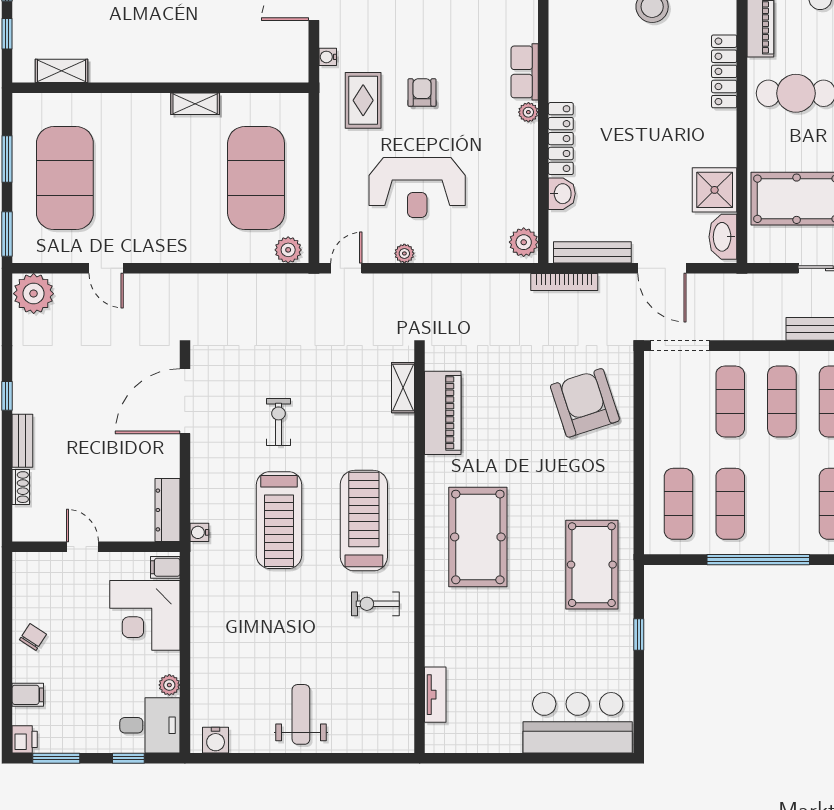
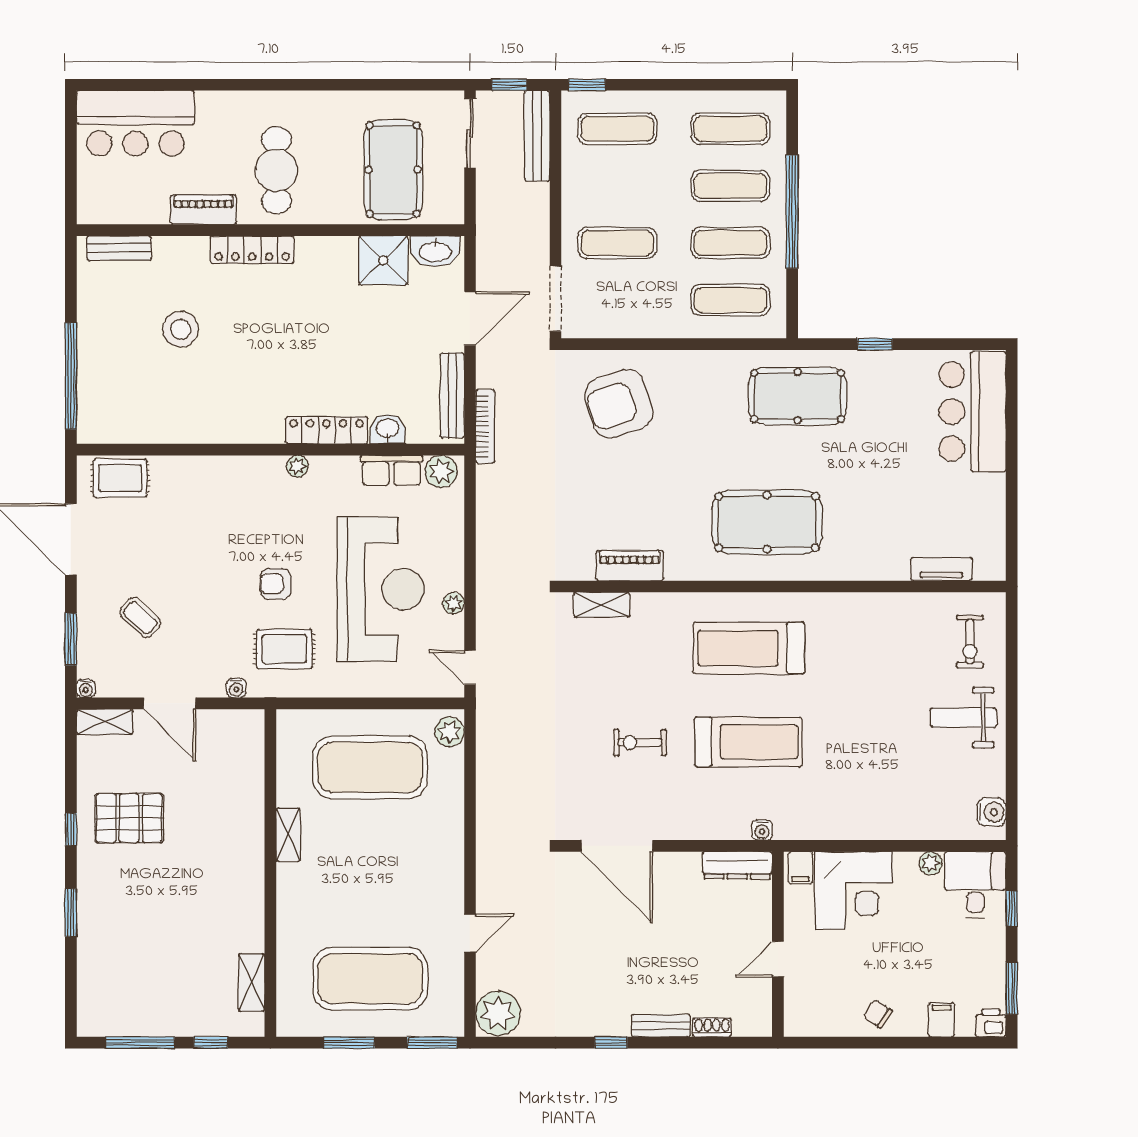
row of seats: (525, 72) -> (392, 470), moved
reception desk: (417, 187) -> (381, 589), width x1.36, depth x1.30
exercise mat: (782, 401) -> (730, 186), moved
piano: (443, 413) -> (630, 566), width x0.73, depth x0.75
exercise bike: (375, 604) -> (970, 642), moved

